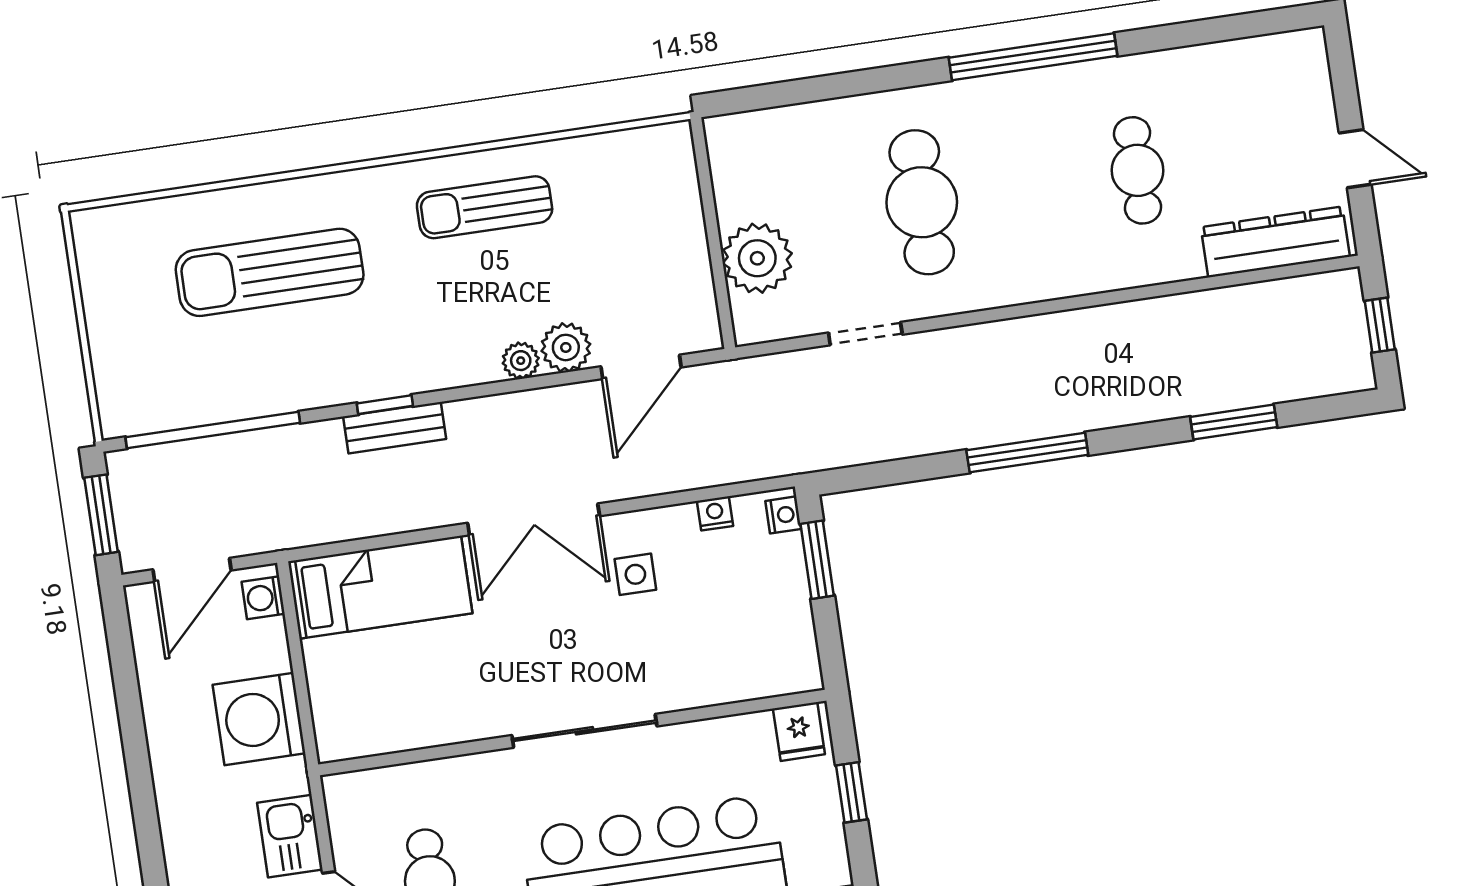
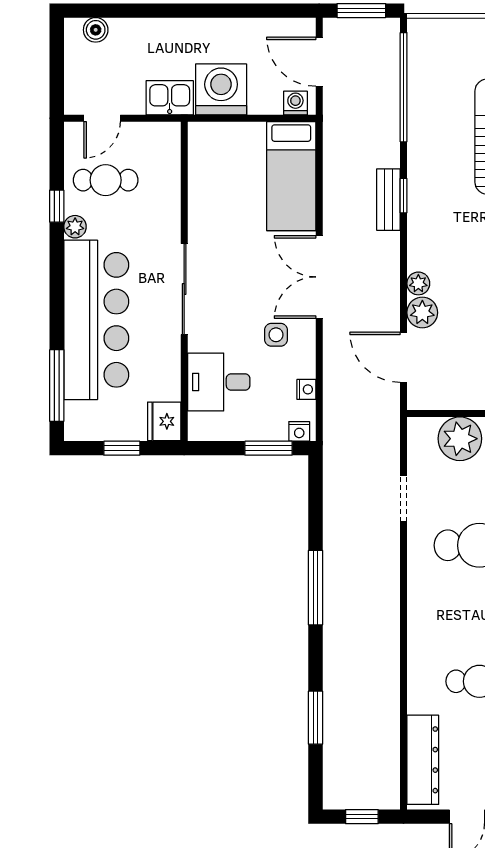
desk: (724, 654) -> (219, 382), added
fridge: (799, 731) -> (164, 421), width x1.38
kitchen sink: (290, 836) -> (170, 98), moved

